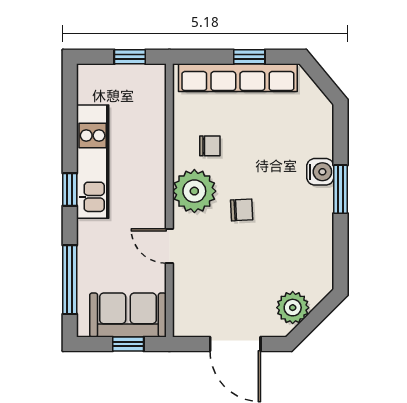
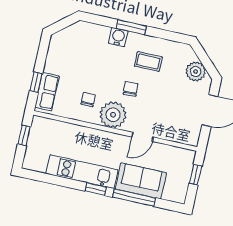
window: (249, 57) -> (36, 82), moved
row of seats: (238, 78) -> (47, 92), width x0.50
coffee table: (292, 228) -> (148, 62), added
window: (70, 280) -> (134, 198), moved
sofa: (128, 315) -> (141, 181), moved, turned 90

